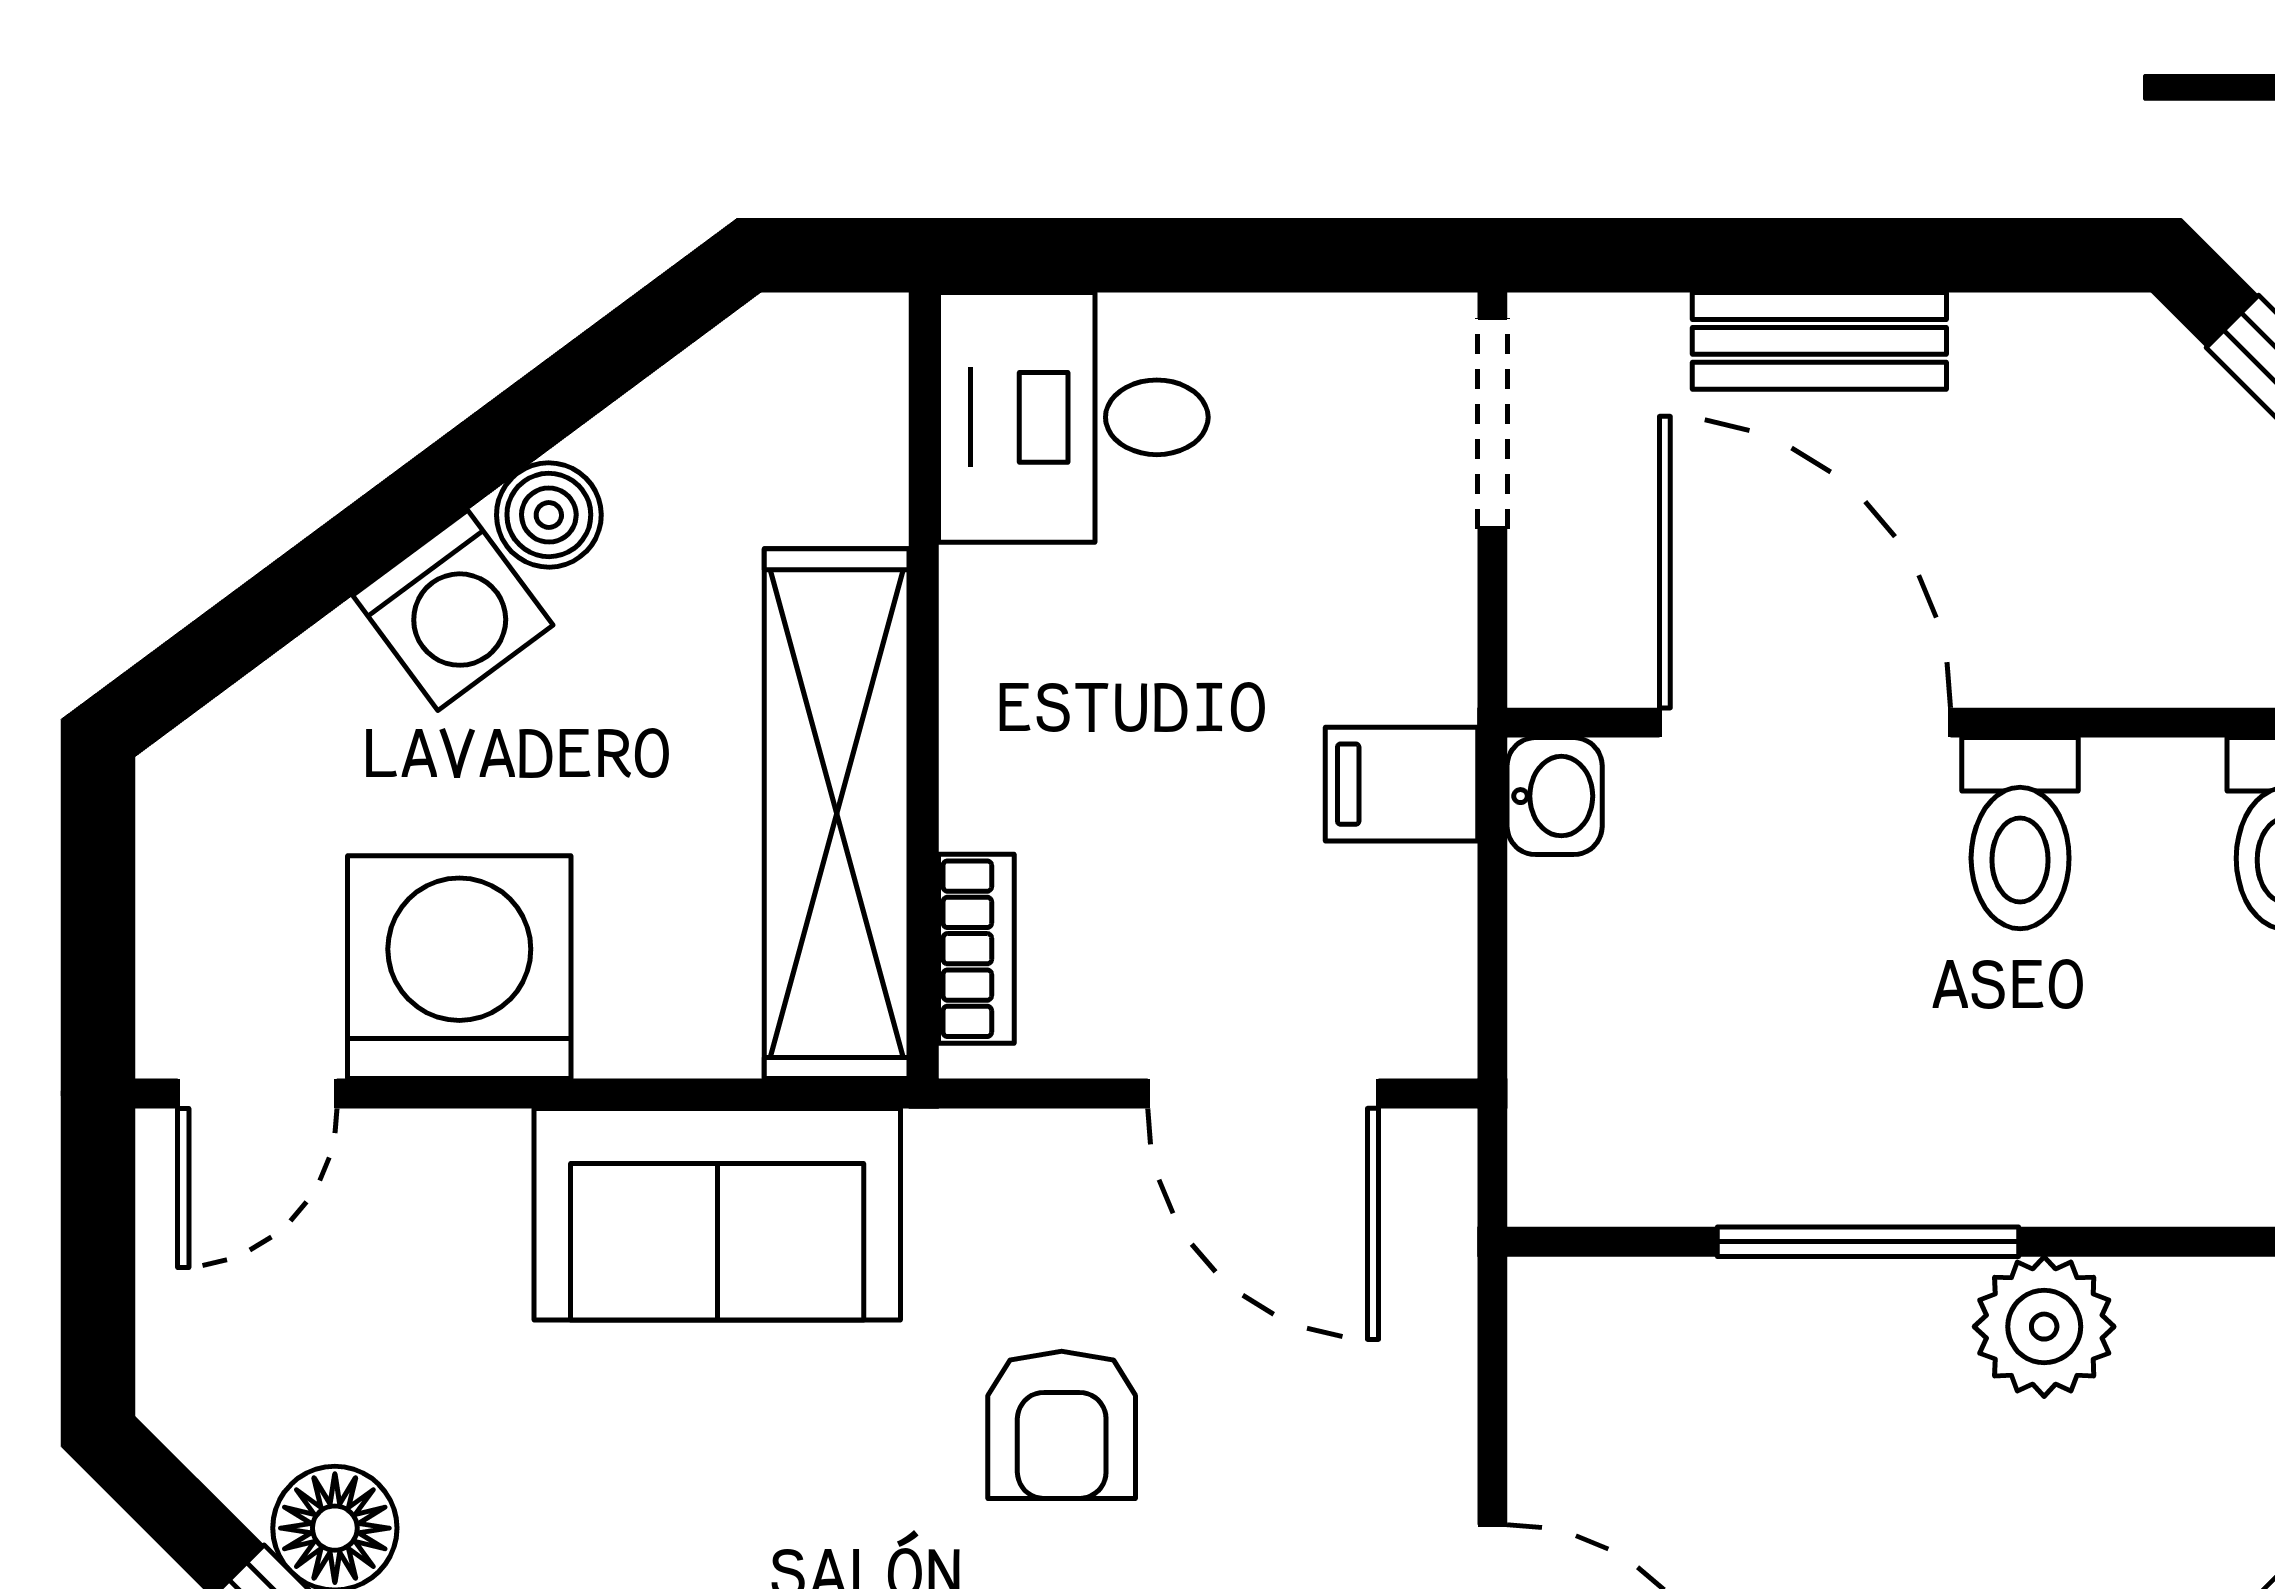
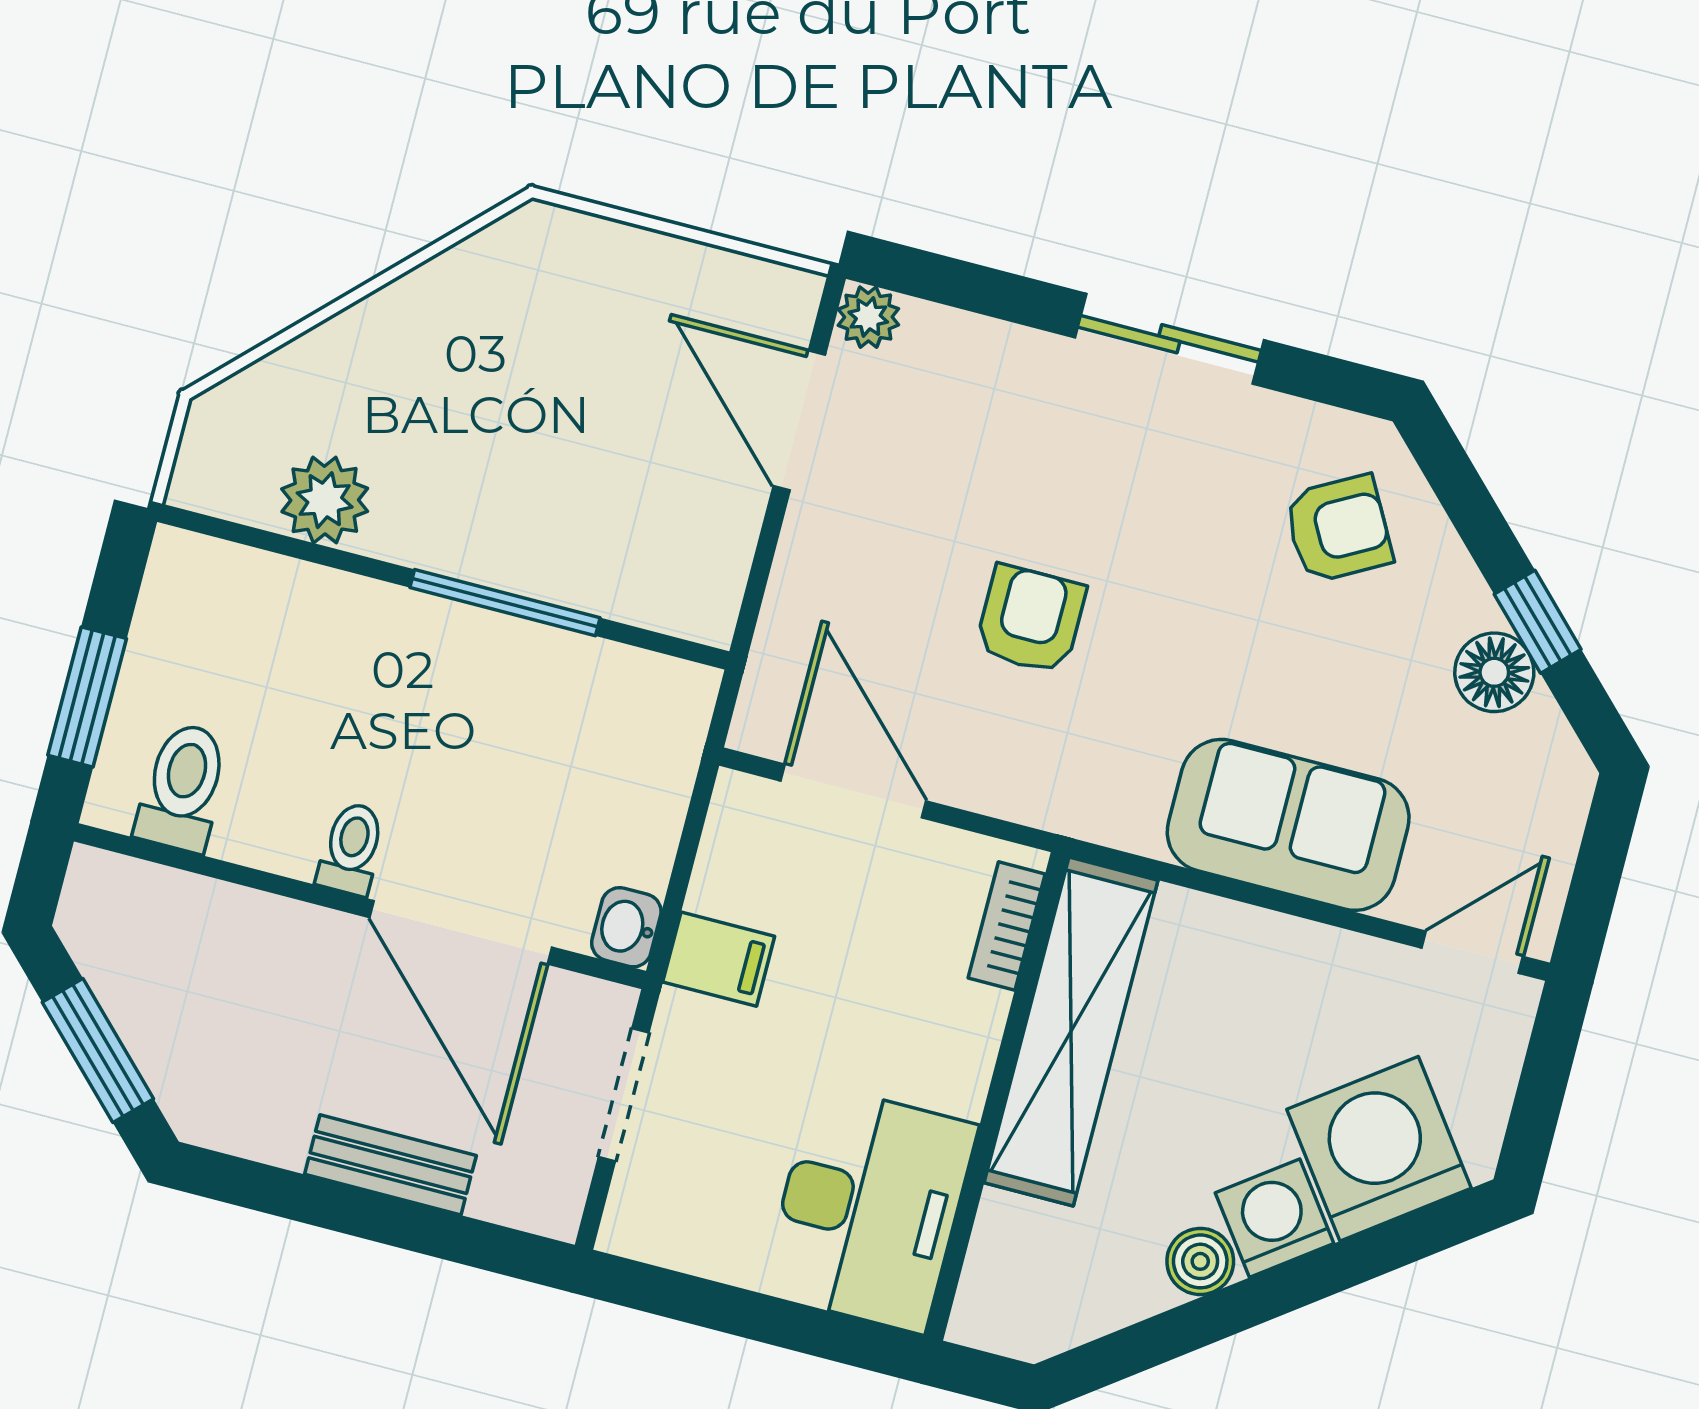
desk: (1073, 417) -> (869, 1209), width x1.37
doorway: (1492, 423) -> (624, 1095), moved
toilet: (2020, 833) -> (351, 849), width x0.73, depth x0.72
washing machine: (459, 967) -> (1379, 1149), moved, turned 143
sofa: (717, 1214) -> (1288, 825), moved
plant: (2044, 1327) -> (325, 500), moved

